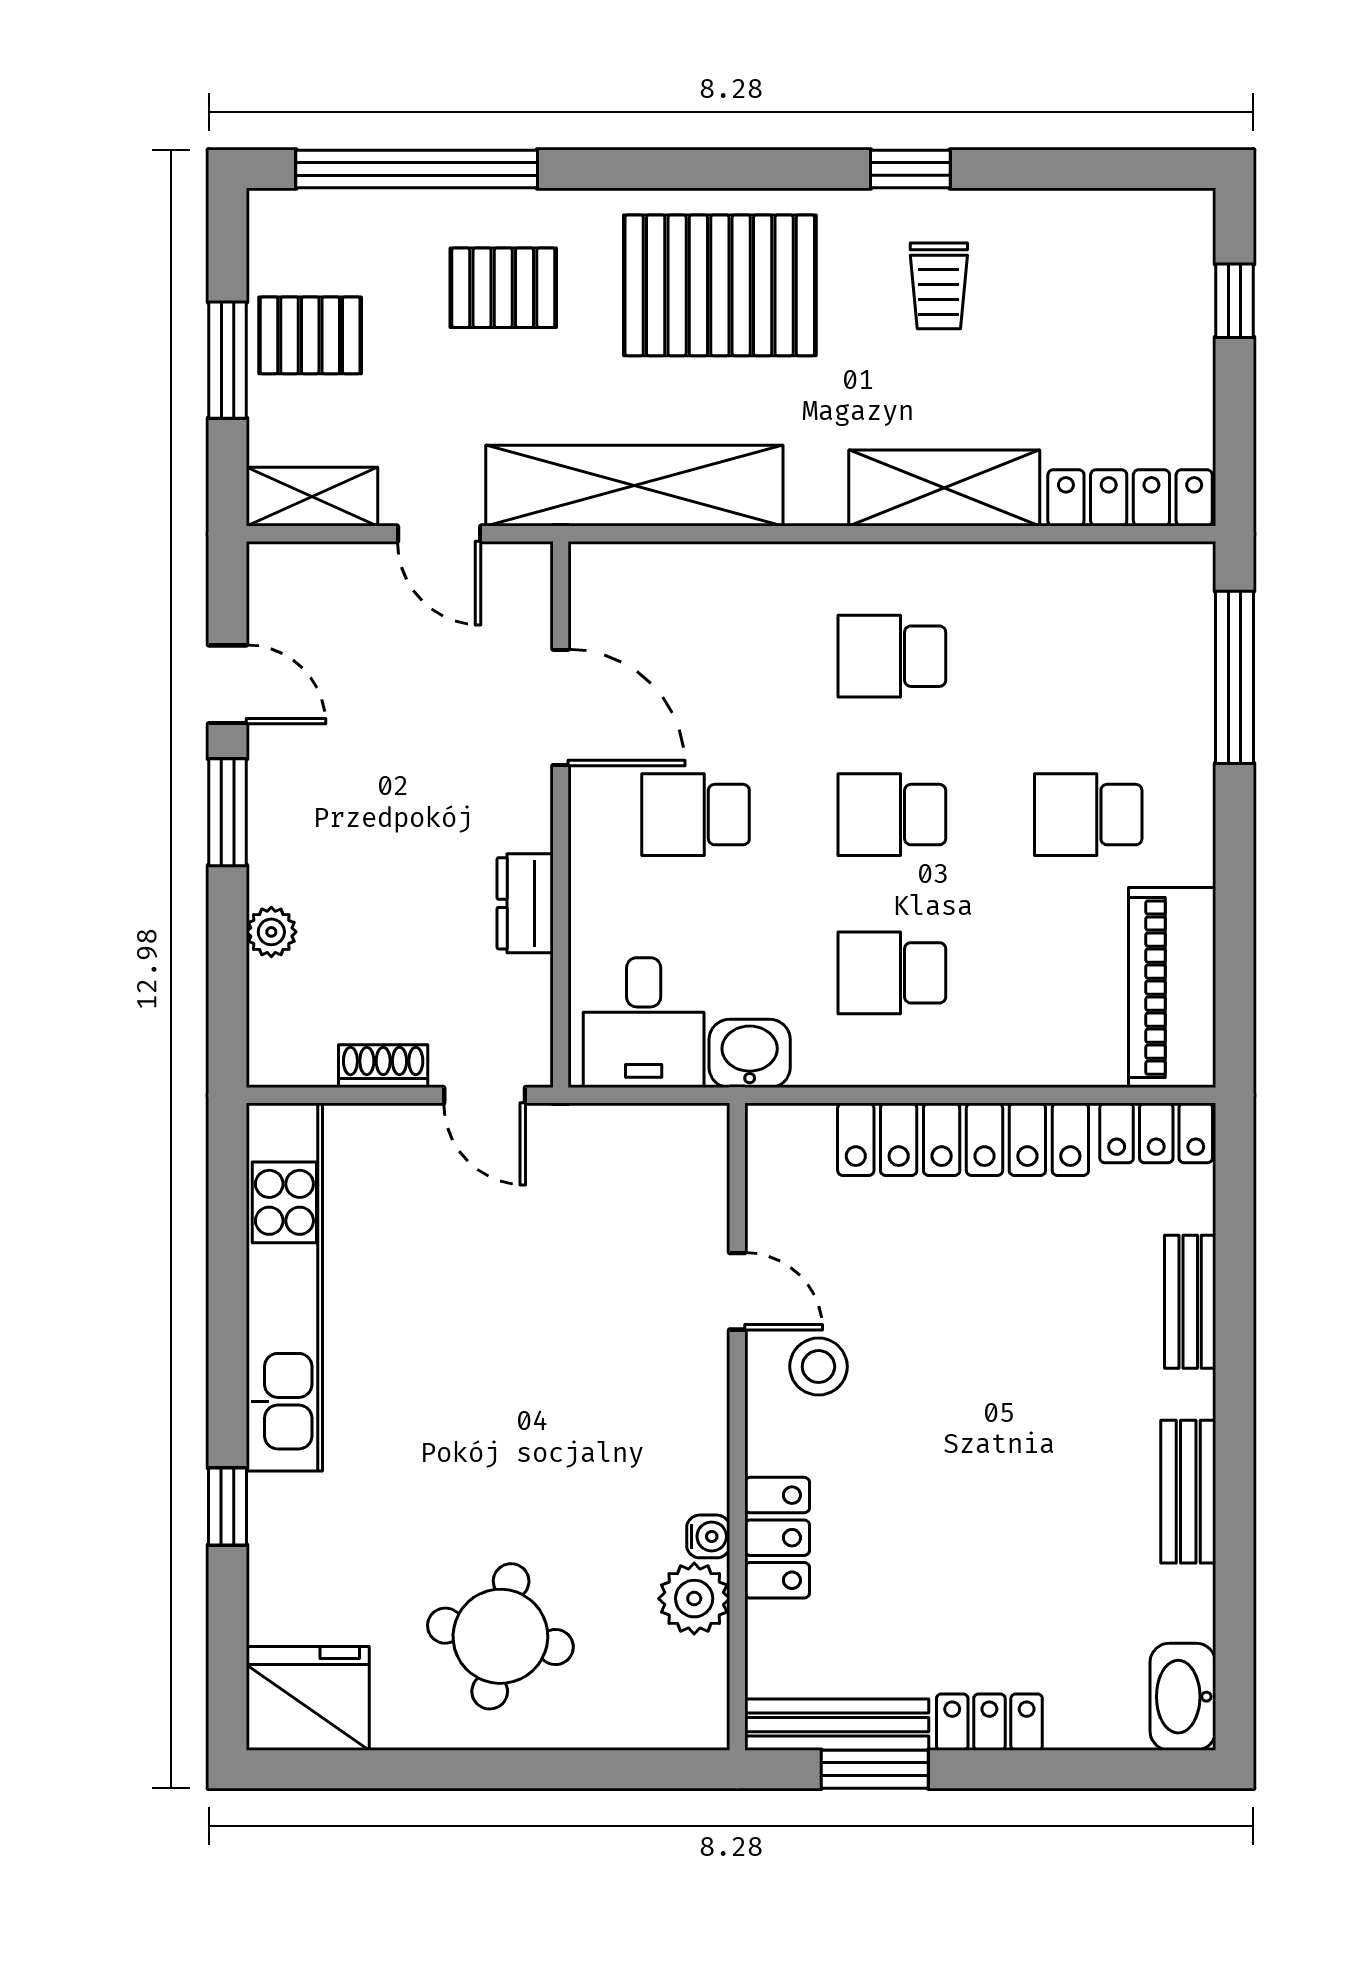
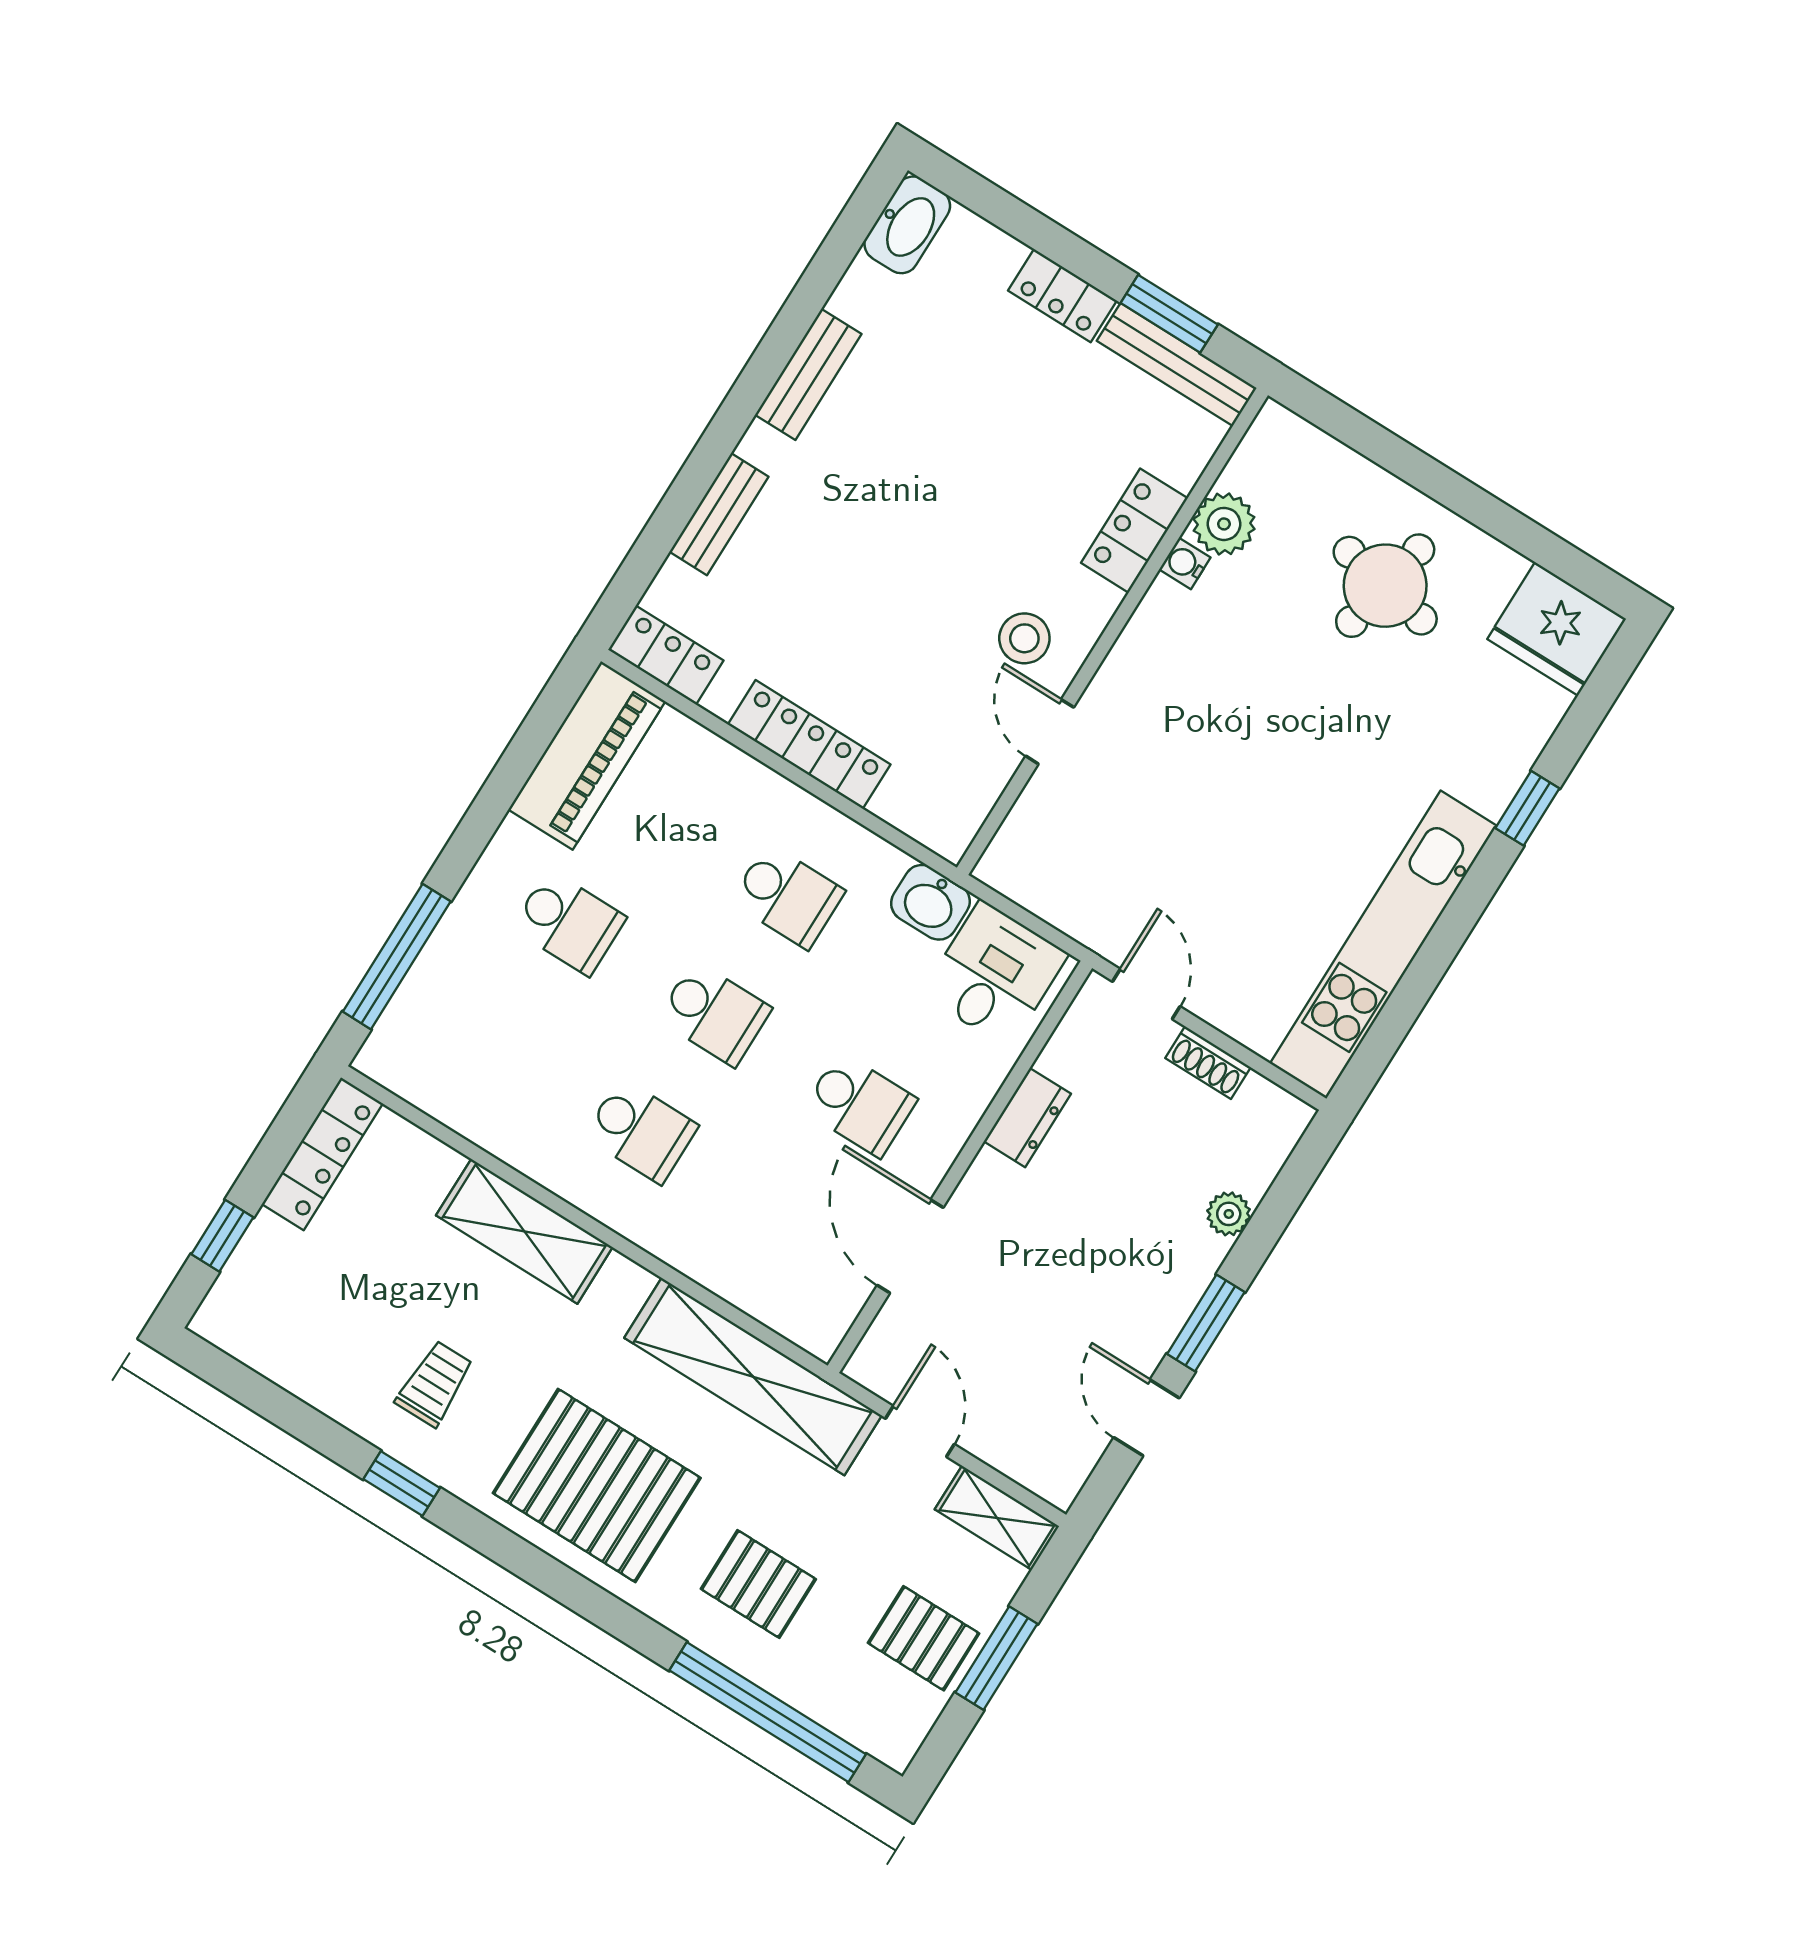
locker: (1130, 498) -> (322, 1154), moved, turned -90
locker: (963, 1139) -> (809, 744), width x0.71, depth x0.83

